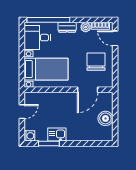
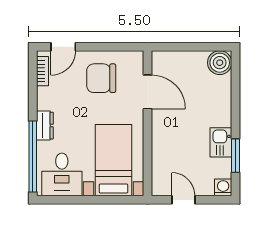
plant: (86, 27) -> (45, 95), removed
boiler: (105, 118) -> (220, 63), moved

